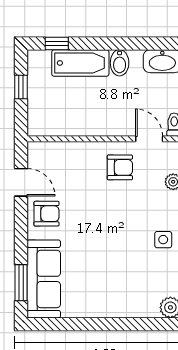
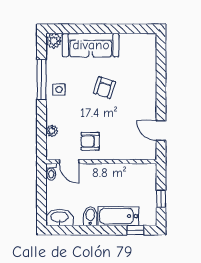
armchair: (46, 214) -> (104, 88), moved, turned -72
sofa: (44, 279) -> (91, 45), moved, turned -90
window: (21, 283) -> (161, 59), removed

